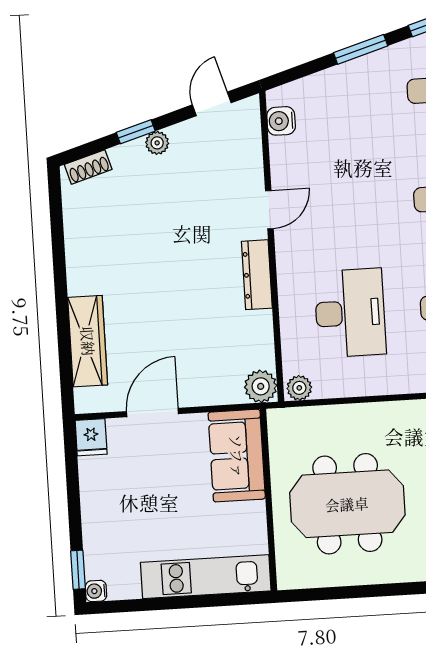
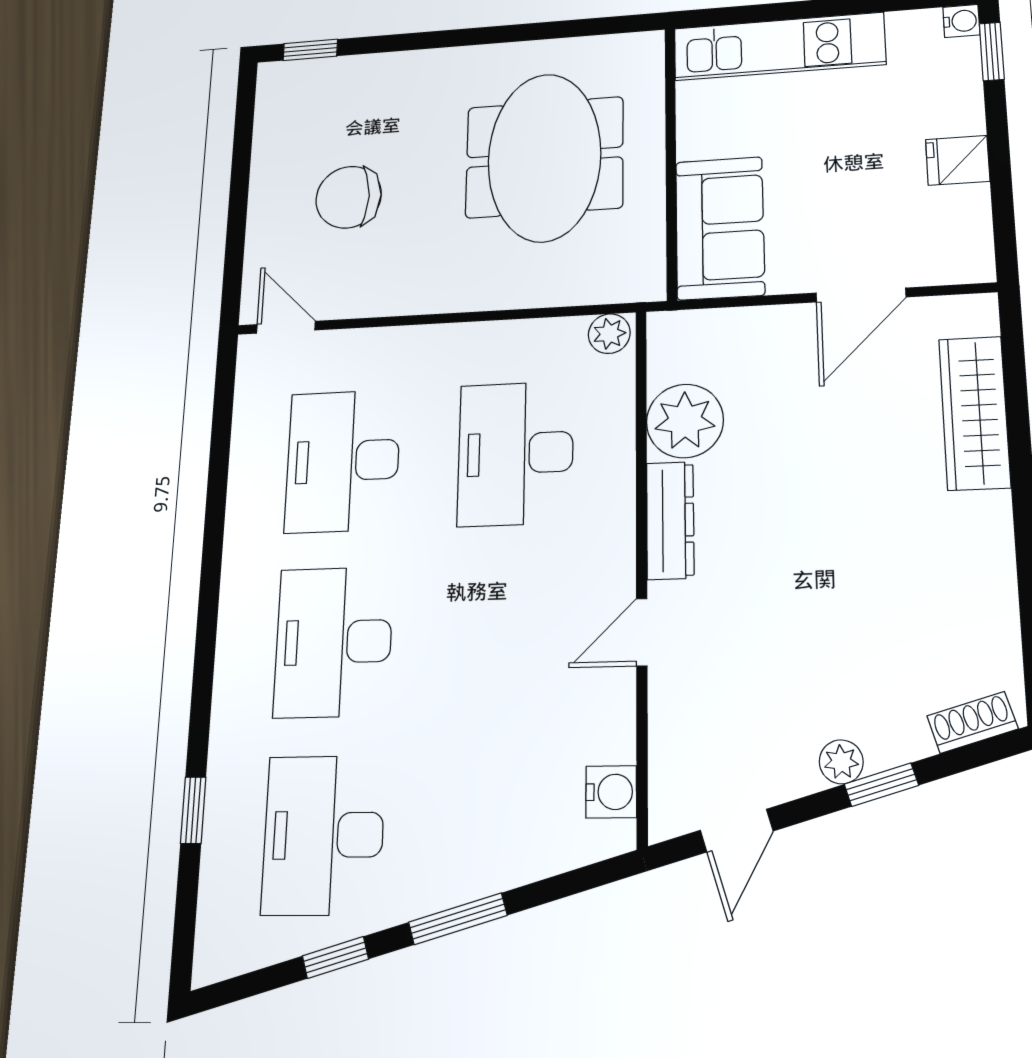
plant: (261, 386) -> (685, 421), moved, width x1.36, depth x1.36
fridge: (91, 437) -> (958, 160), moved, turned -90
meeting table: (347, 504) -> (544, 157), turned 90

